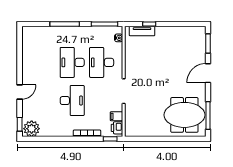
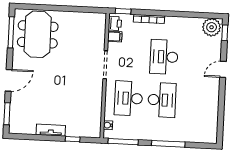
tv unit: (142, 31) -> (51, 130), moved
desk: (102, 62) -> (129, 98), turned 180
meeting table: (184, 115) -> (38, 34), turned 90

